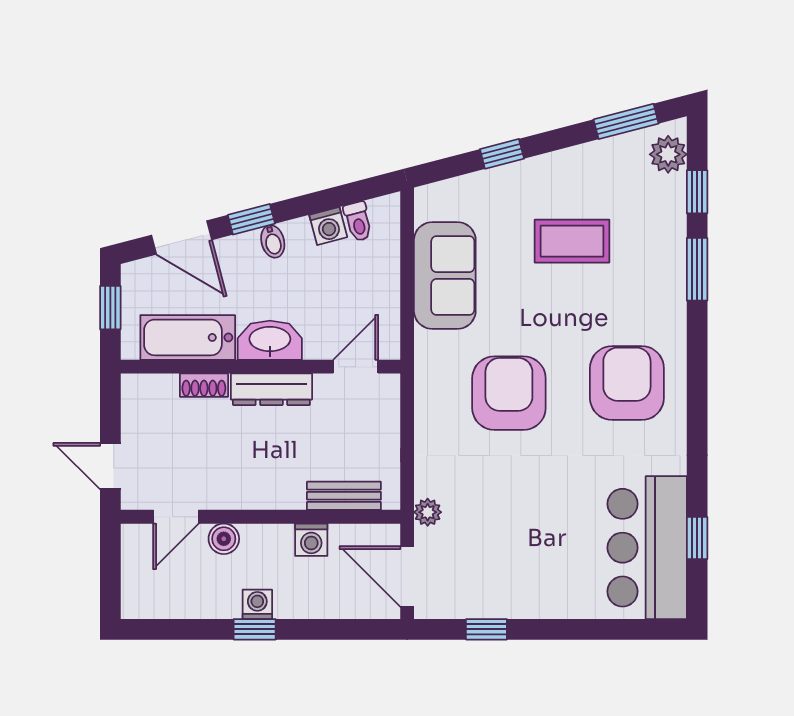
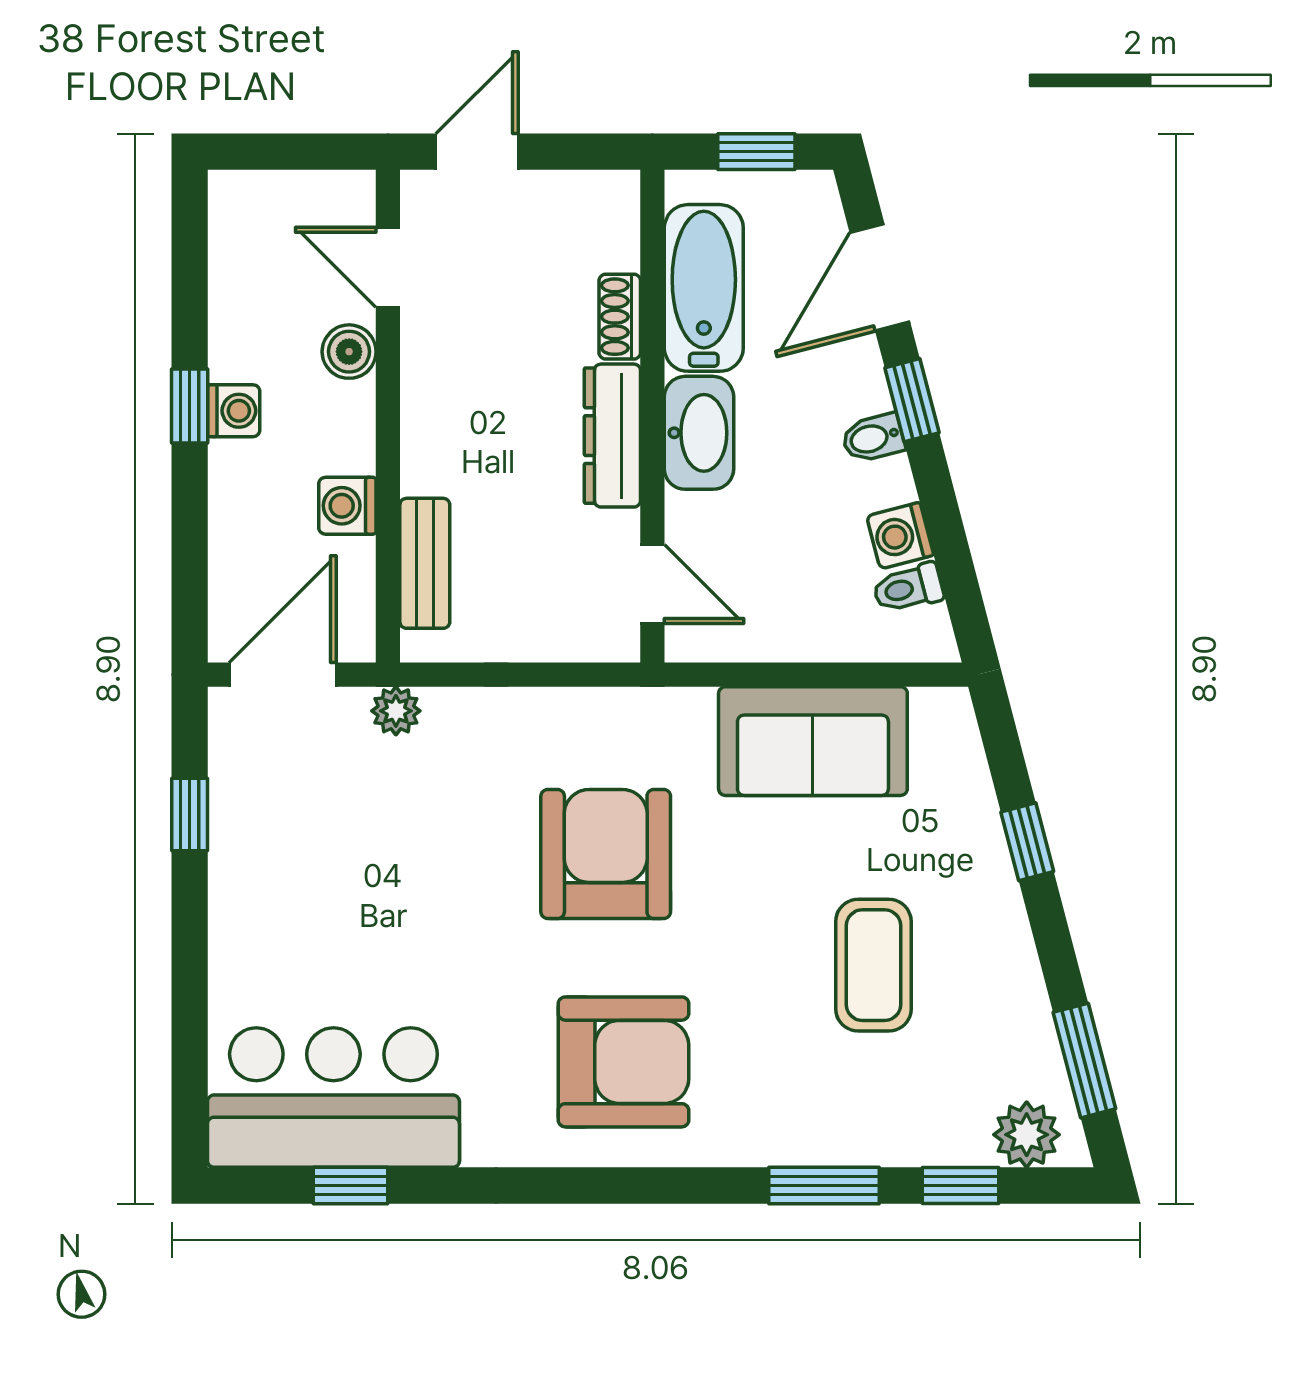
armchair: (509, 393) -> (606, 854), turned -90

